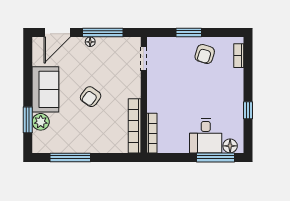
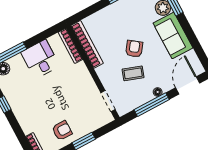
armchair: (205, 54) -> (62, 131), turned 73
coffee table: (105, 73) -> (133, 73), added
desk: (206, 136) -> (40, 59), moved

